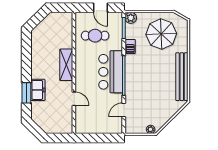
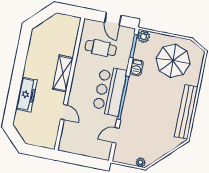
freezer: (38, 90) -> (26, 95), width x1.40
window: (26, 93) -> (13, 95), removed

